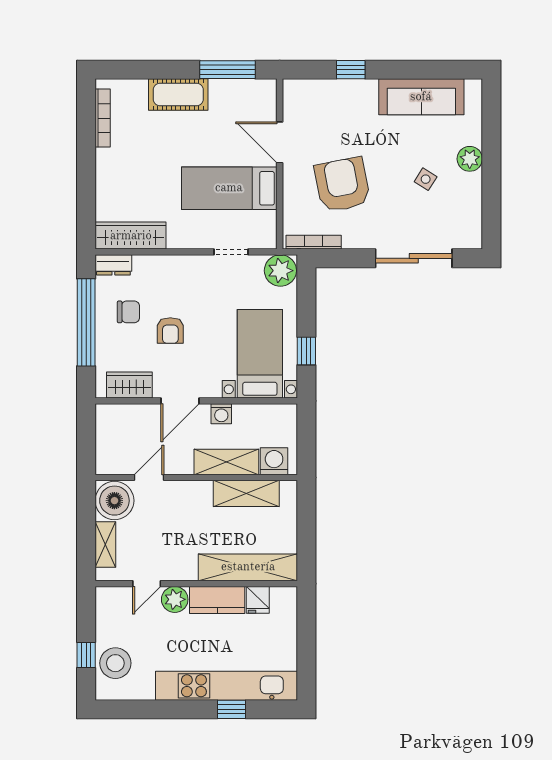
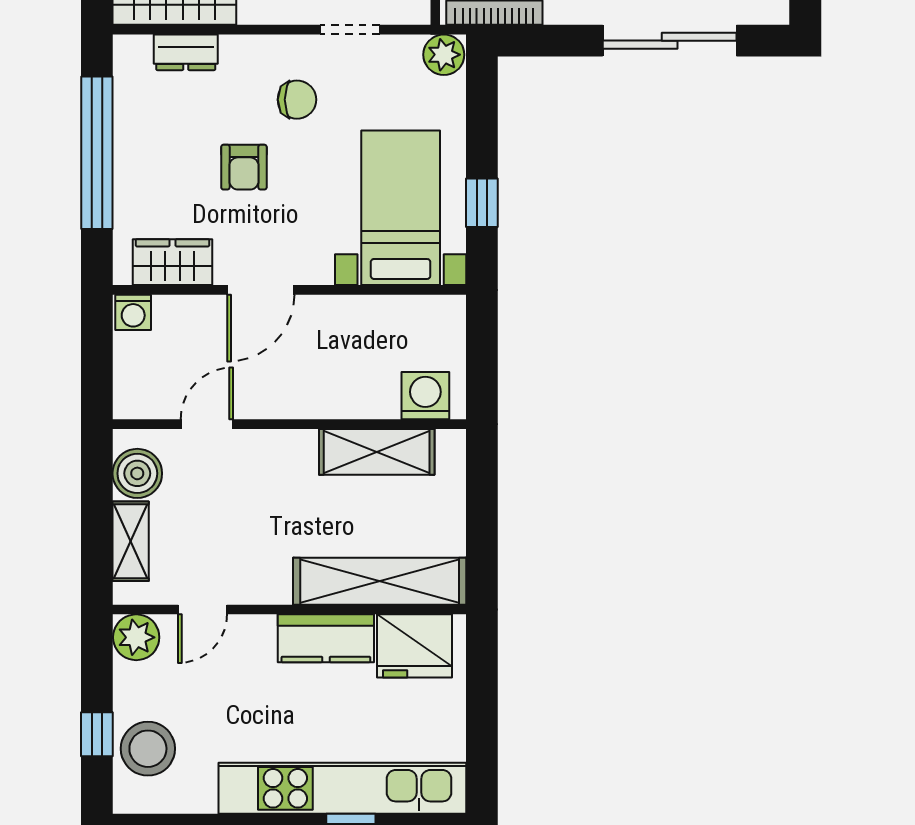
dresser: (113, 265) -> (186, 52), moved
plant: (280, 271) -> (444, 55), width x0.73, depth x0.73
chair: (128, 312) -> (297, 100), moved
washing machine: (221, 414) -> (133, 312), moved
shelving: (226, 462) -> (342, 397), removed
boiler: (114, 501) -> (137, 473), width x0.73, depth x0.73
plant: (175, 599) -> (136, 637), moved
fridge: (258, 600) -> (415, 646), width x1.88, depth x1.34

